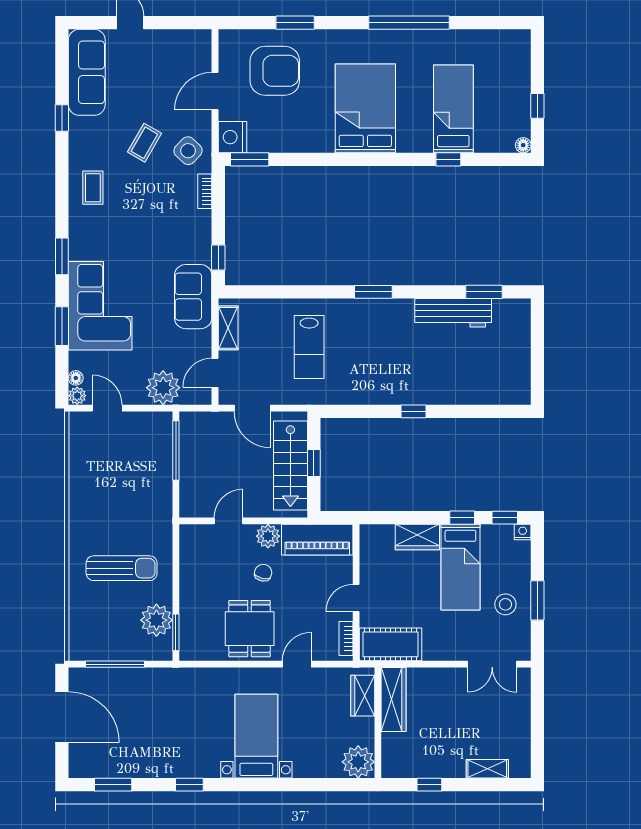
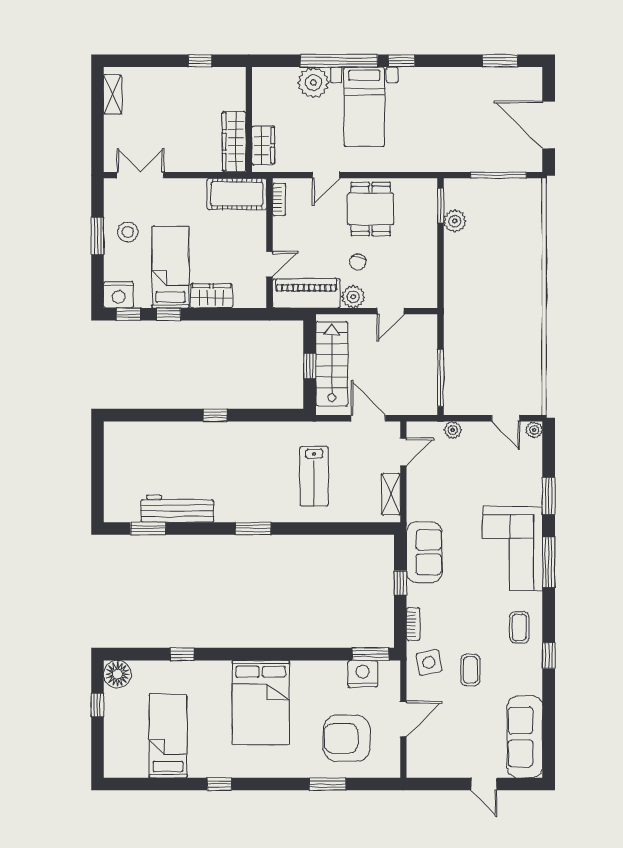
window: (409, 23) -> (219, 784), width x0.32
bed: (453, 109) -> (168, 736), moved, turned 180
window: (62, 118) -> (549, 656), moved
nightstand: (232, 137) -> (363, 674), moved, turned -90
coffee table: (144, 143) -> (470, 670), turned -30
floor lamp: (523, 145) -> (117, 674), width x1.89, depth x1.89
side table: (188, 151) -> (429, 662), turned 36
window: (62, 256) -> (549, 562), width x1.44
window: (218, 258) -> (400, 583), moved
sofa: (193, 297) -> (424, 552), moved
corner sofa: (100, 306) -> (512, 548), moved
lab bench: (309, 347) -> (314, 476), turned 180
floor lamp: (76, 378) -> (536, 447), removed
plant: (163, 388) -> (453, 430), width x0.53, depth x0.53
nightstand: (523, 532) -> (118, 295), width x1.89, depth x1.79
sun lounger: (122, 568) -> (492, 266), removed
door: (356, 598) -> (269, 264), moved
plant: (156, 620) -> (455, 221), width x0.73, depth x0.73
plant: (358, 762) -> (313, 82), moved
shelving: (487, 769) -> (113, 94), moved, turned 90
window: (189, 785) -> (401, 61), moved
window: (283, 785) -> (339, 61), added

